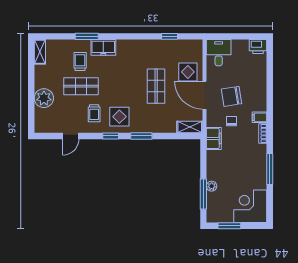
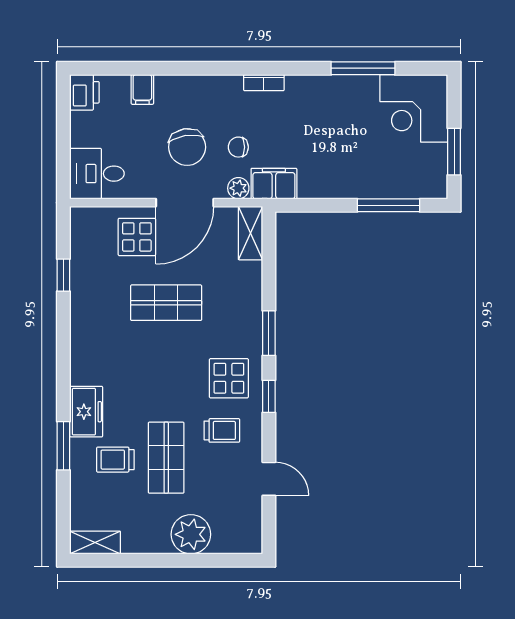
filing cabinet: (259, 117) -> (142, 89), moved
window: (270, 169) -> (363, 68), moved
plant: (212, 186) -> (238, 188), moved

